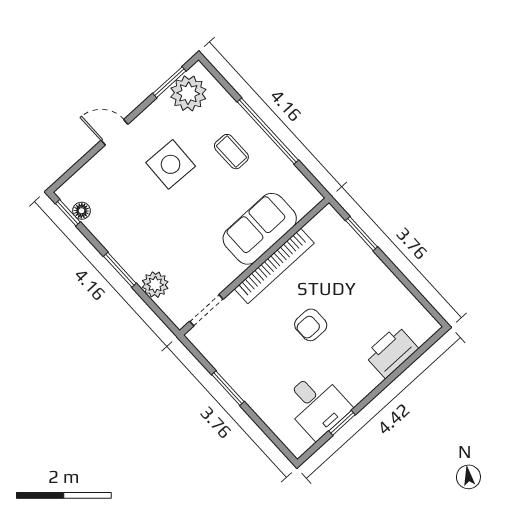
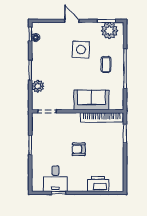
bookcase: (274, 266) -> (102, 117), moved

